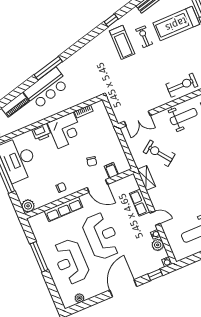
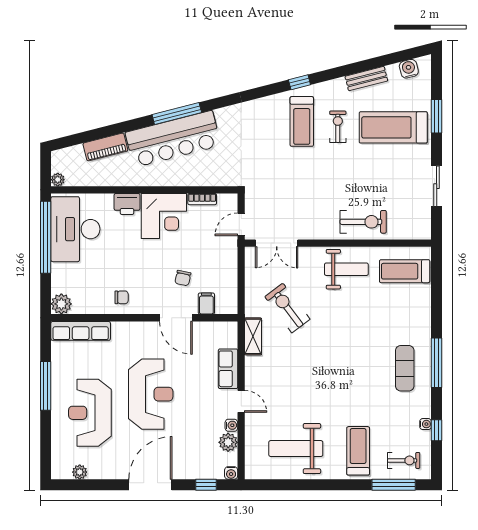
bar counter: (46, 88) -> (173, 139), width x1.36
door: (112, 116) -> (241, 224), added
row of seats: (64, 209) -> (81, 331), moved

